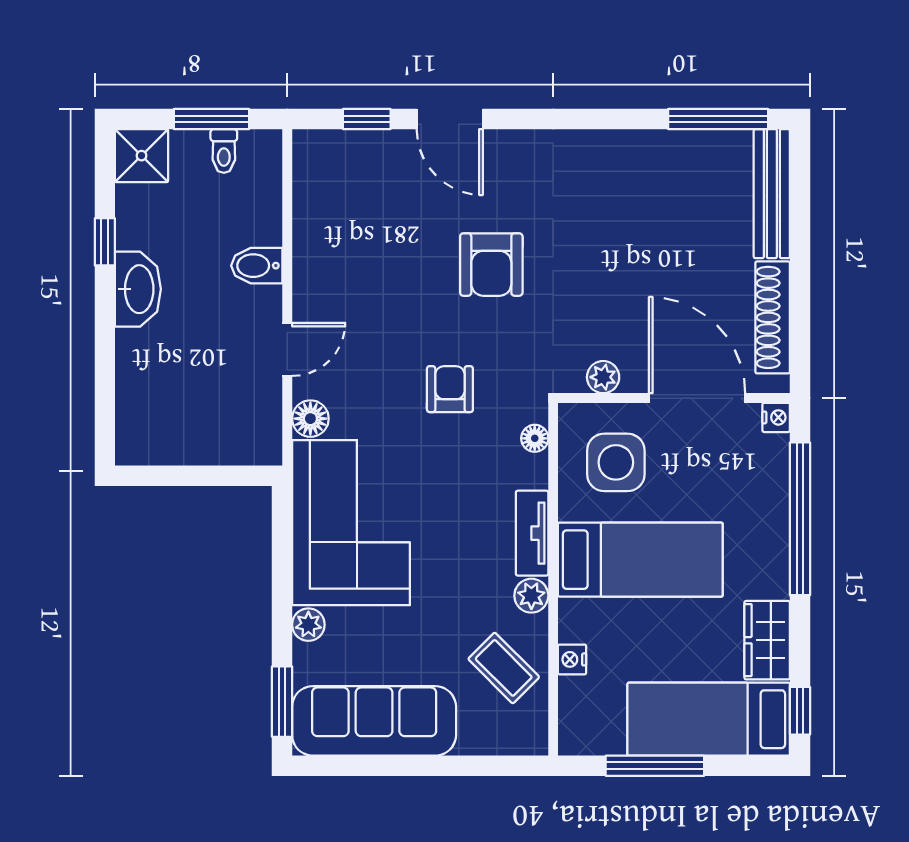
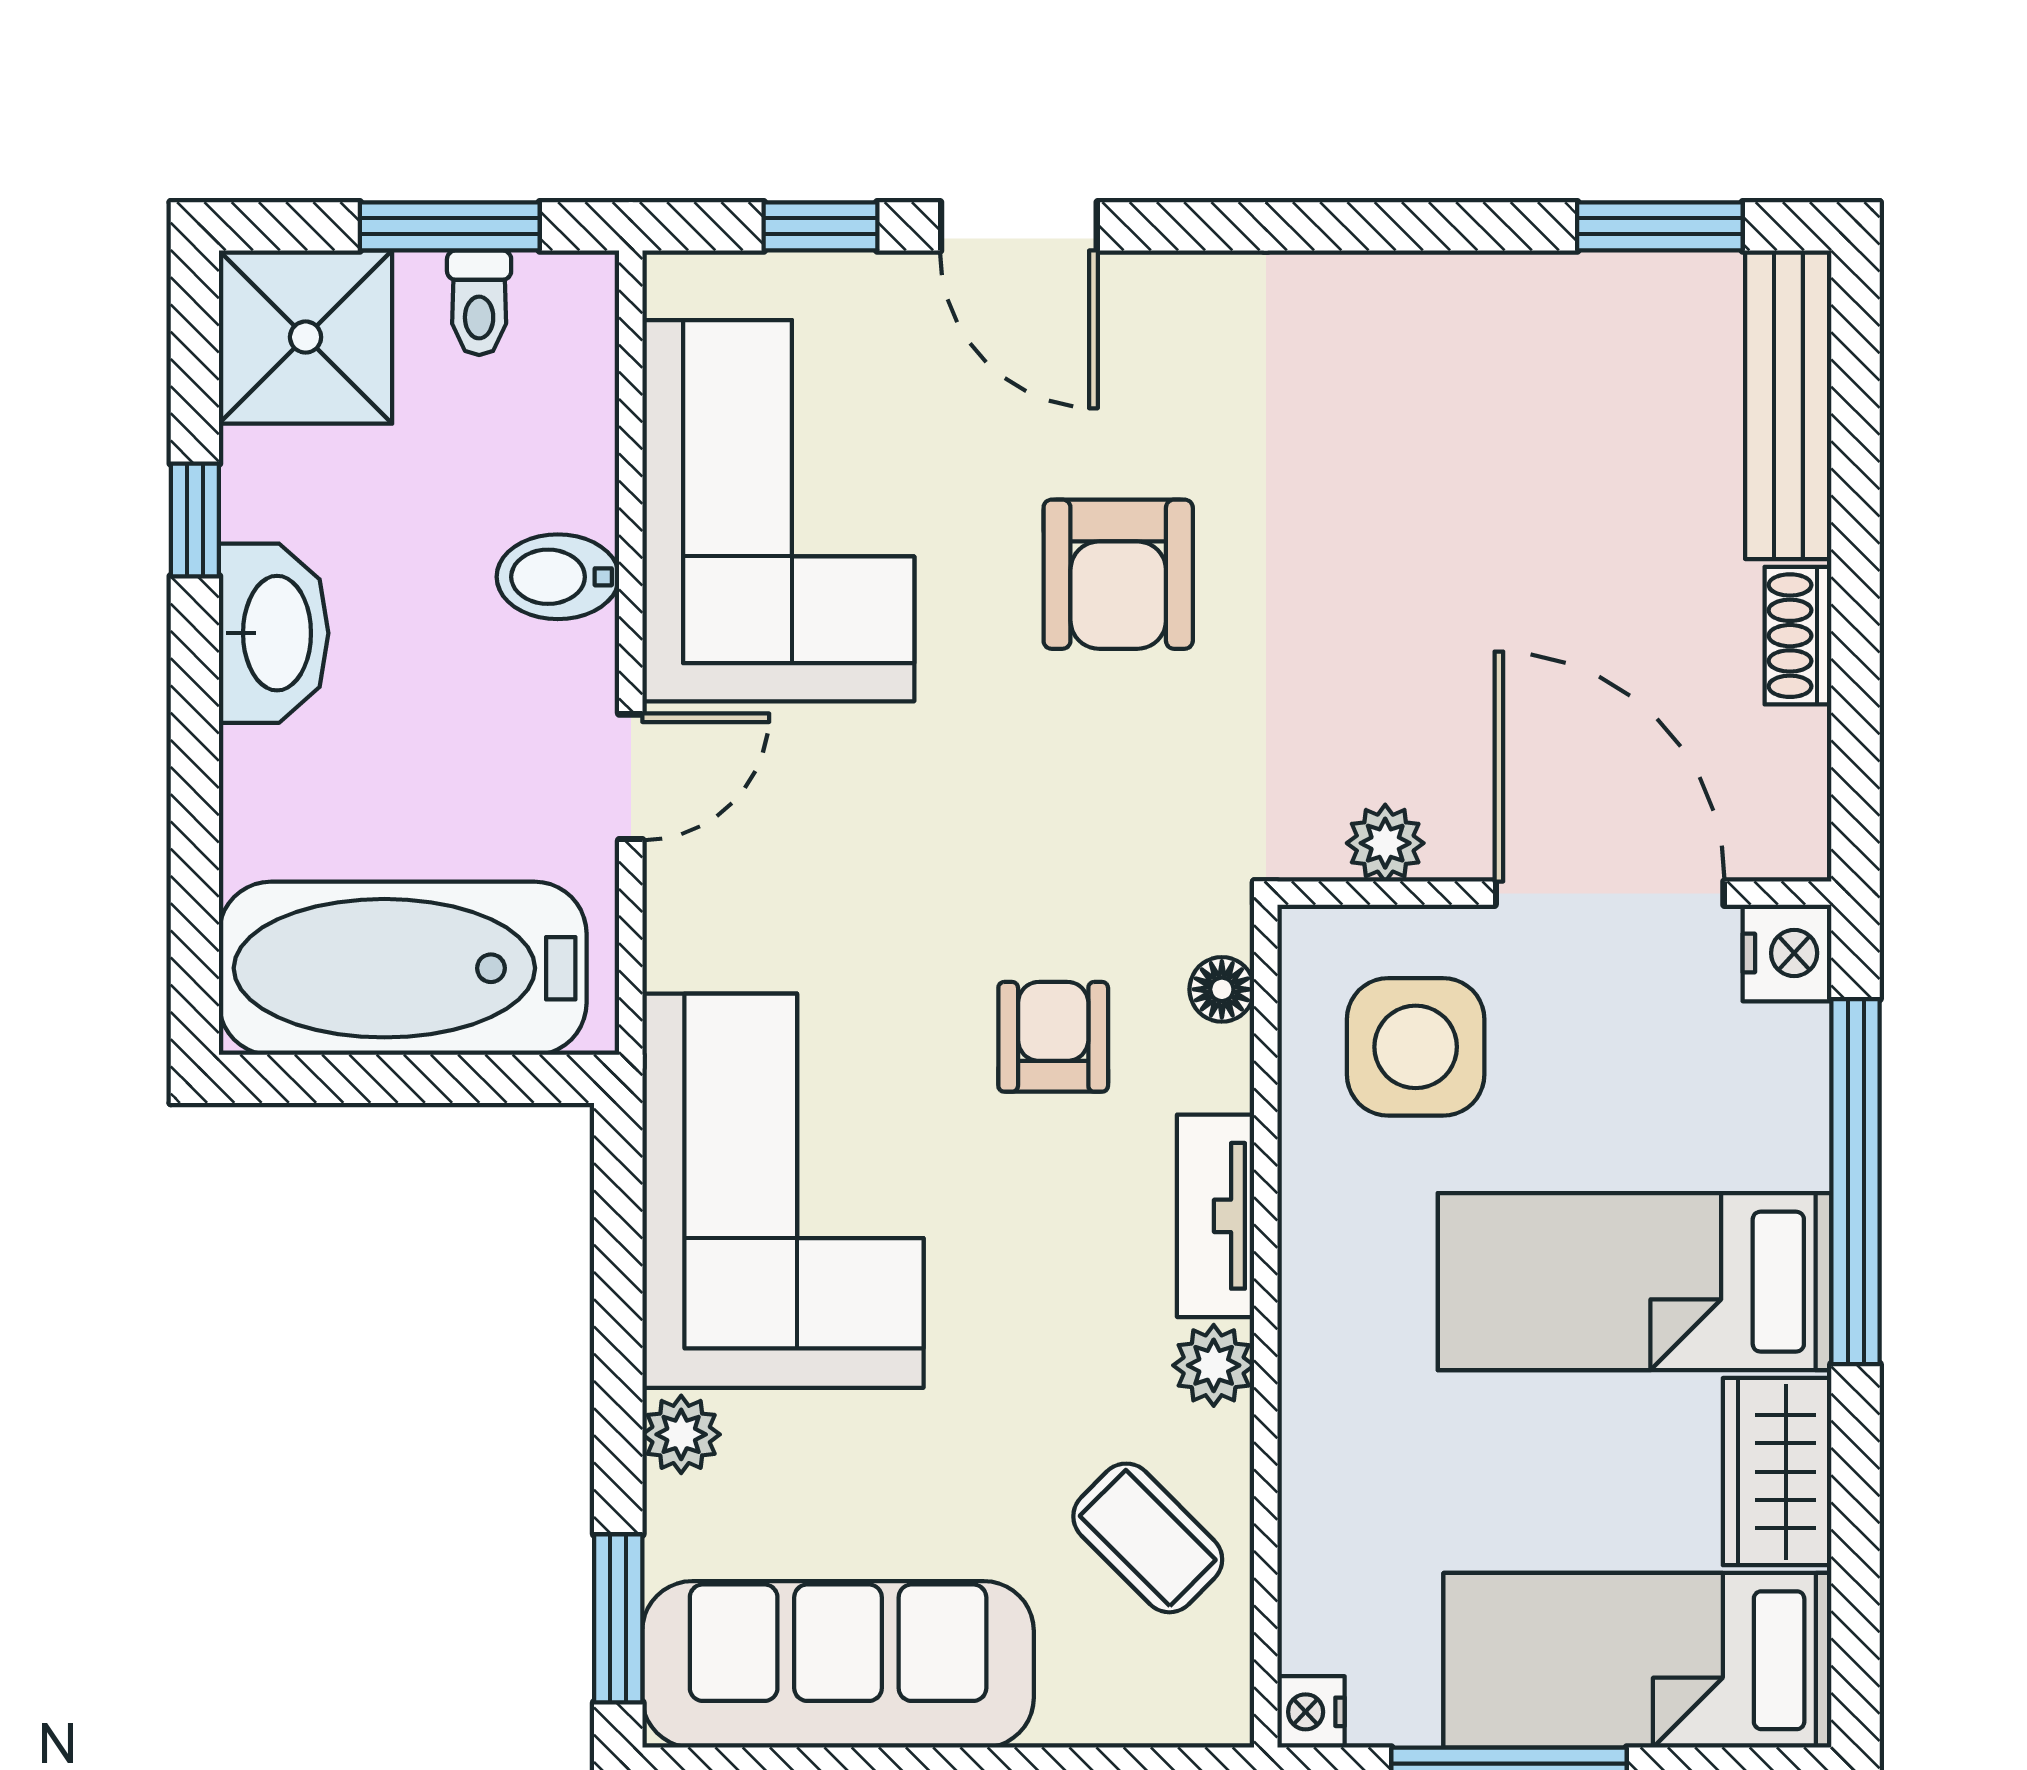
window: (718, 119) -> (1660, 226), width x0.69
shower: (142, 156) -> (306, 337), width x1.36, depth x1.36
corner sofa: (349, 238) -> (778, 511), added
shoe rack: (773, 317) -> (1798, 636), width x0.51, depth x0.81
armchair: (450, 389) -> (1053, 1037), moved
nightstand: (776, 417) -> (1787, 953), width x1.39, depth x1.35
floor lamp: (310, 419) -> (686, 942), removed
bathtub: (192, 429) -> (403, 968), added
bed: (640, 560) -> (1635, 1282), moved, turned 180
nightstand: (572, 659) -> (1311, 1712), moved
window: (800, 711) -> (1856, 1640), removed

